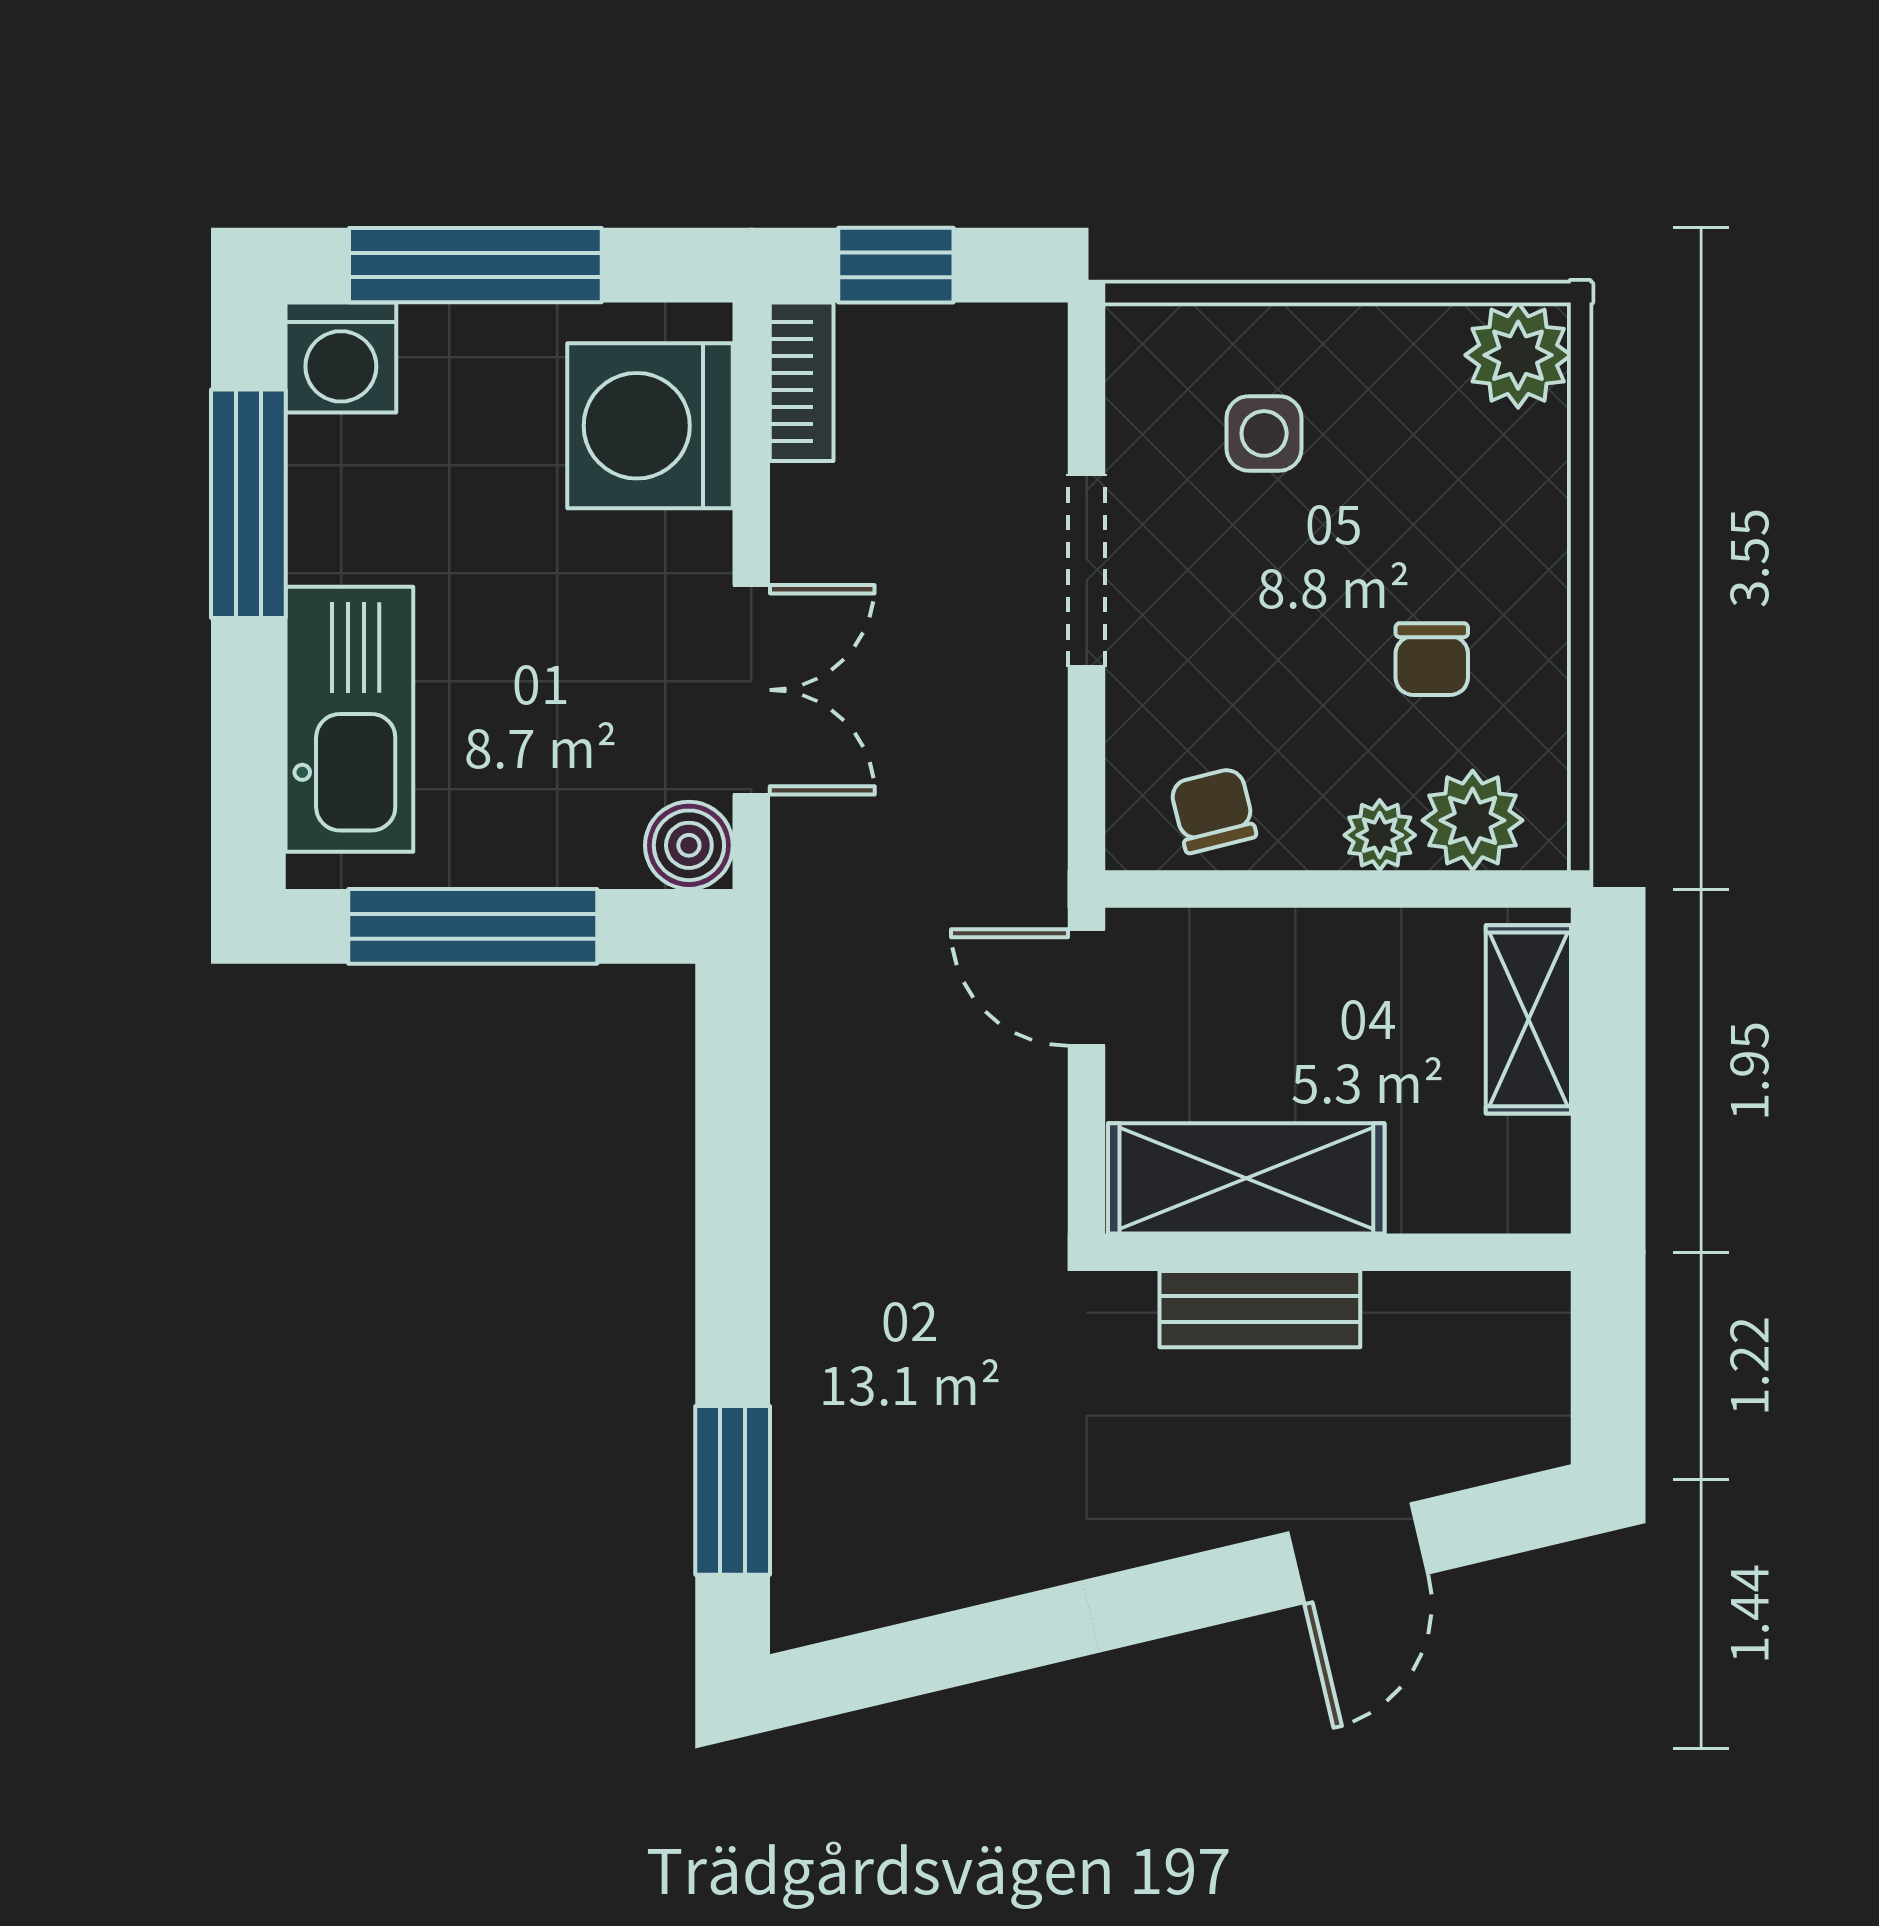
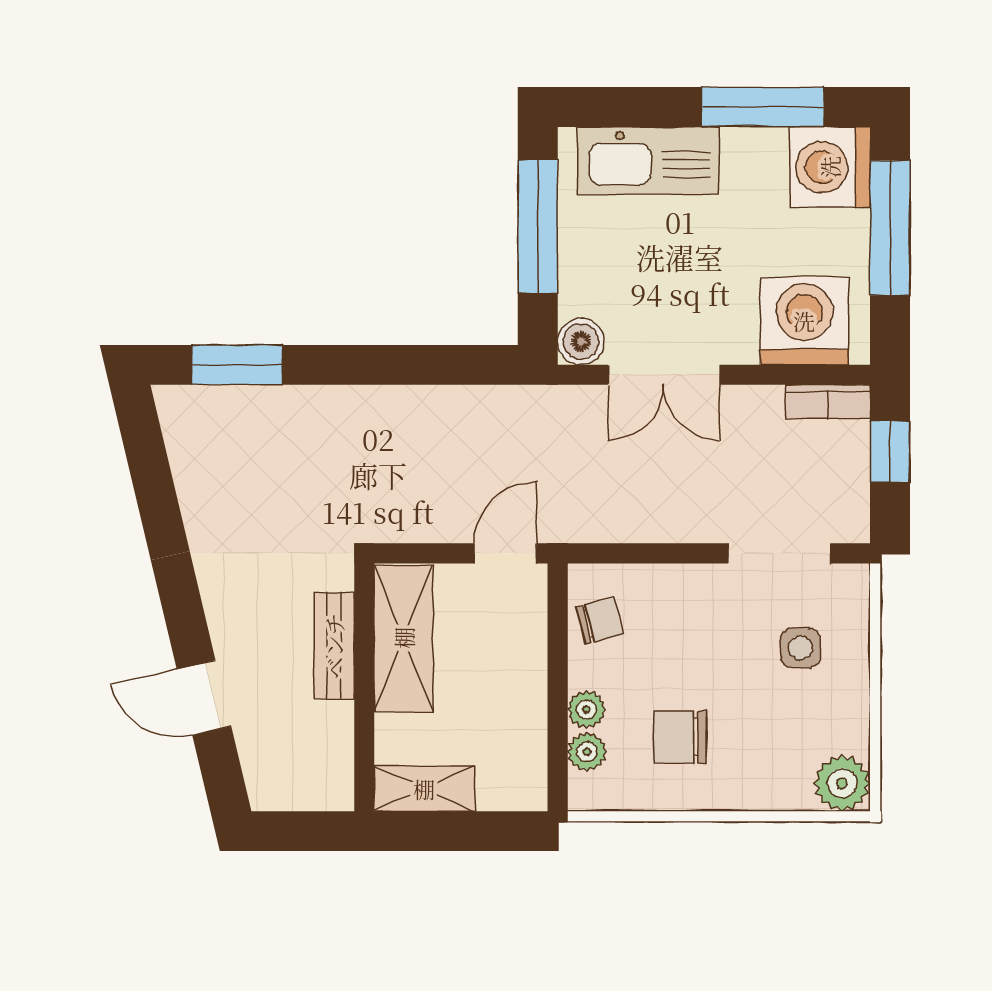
washing machine: (341, 358) -> (830, 167), width x1.37, depth x1.37
doorway: (1087, 571) -> (779, 553), moved
chair: (1432, 659) -> (680, 737), width x1.37, depth x1.37
plant: (1473, 820) -> (587, 752), width x0.73, depth x0.73
shelving: (1528, 1019) -> (424, 789), moved

